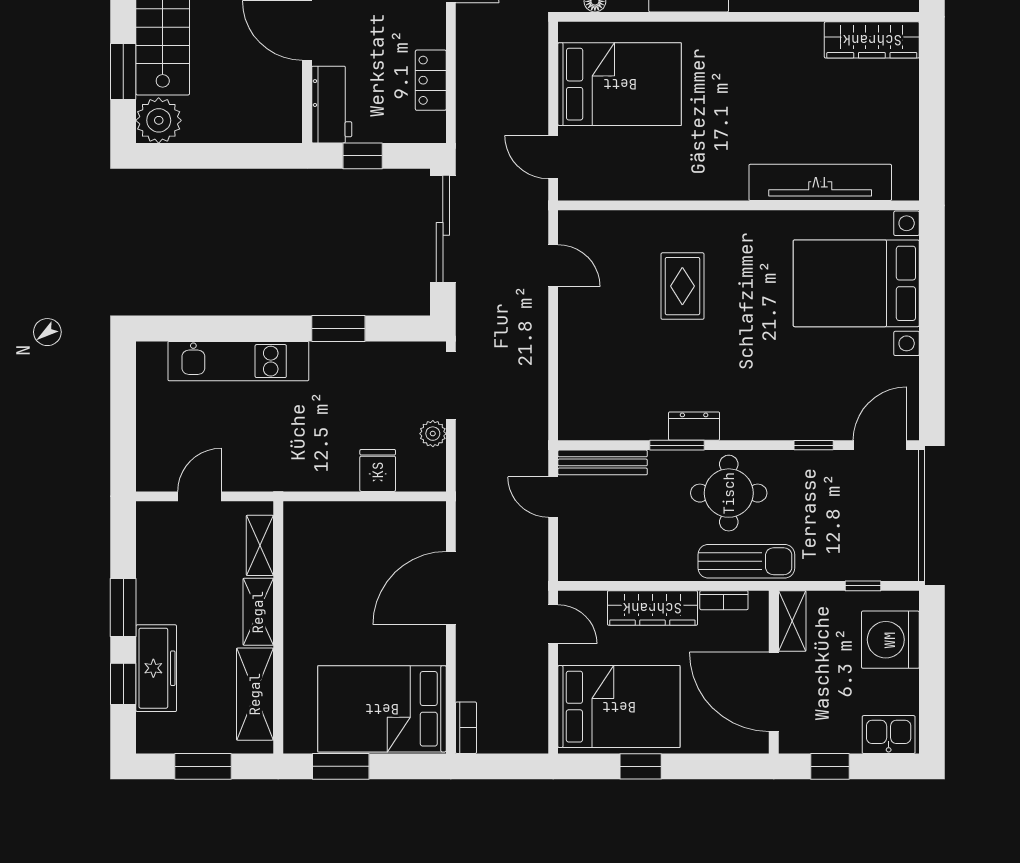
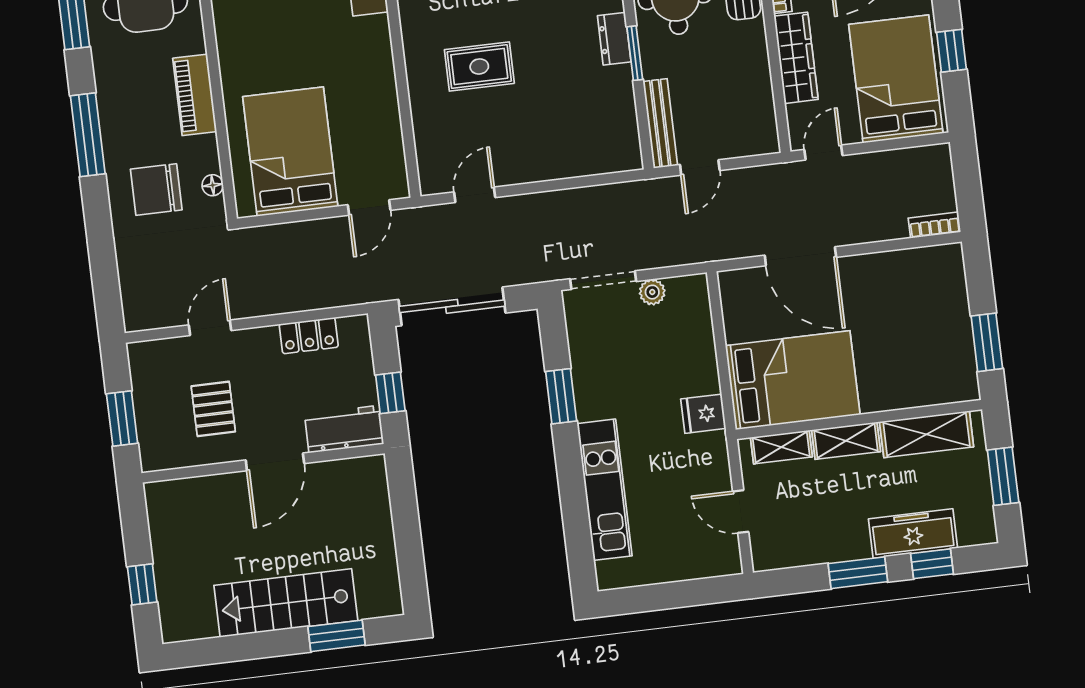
plant: (159, 120) -> (380, 596), removed
fridge: (378, 470) -> (703, 414), moved
bed: (382, 709) -> (793, 380), moved, turned -90

